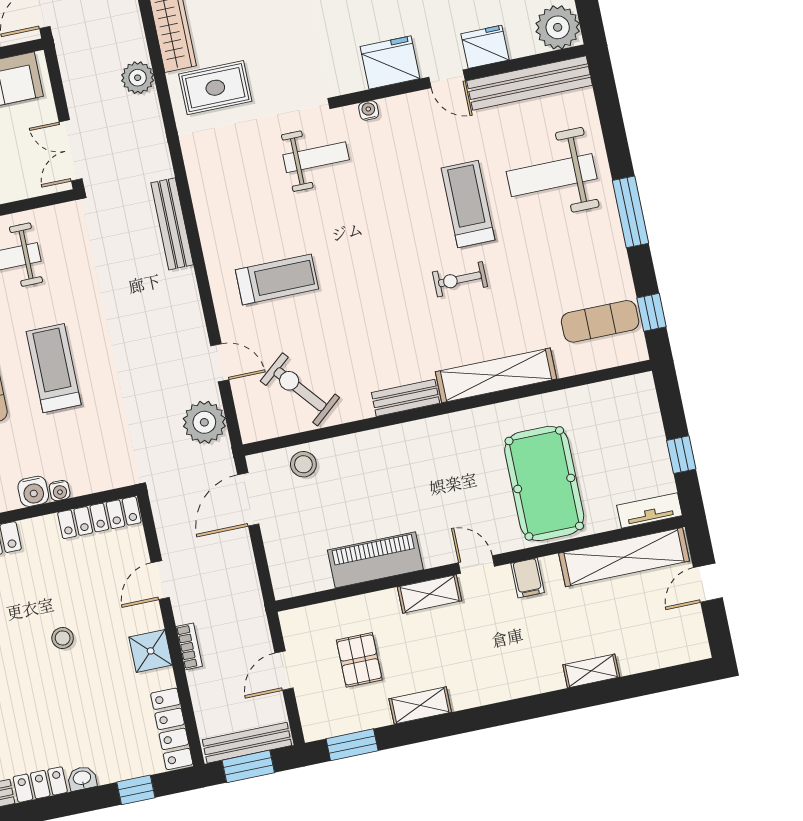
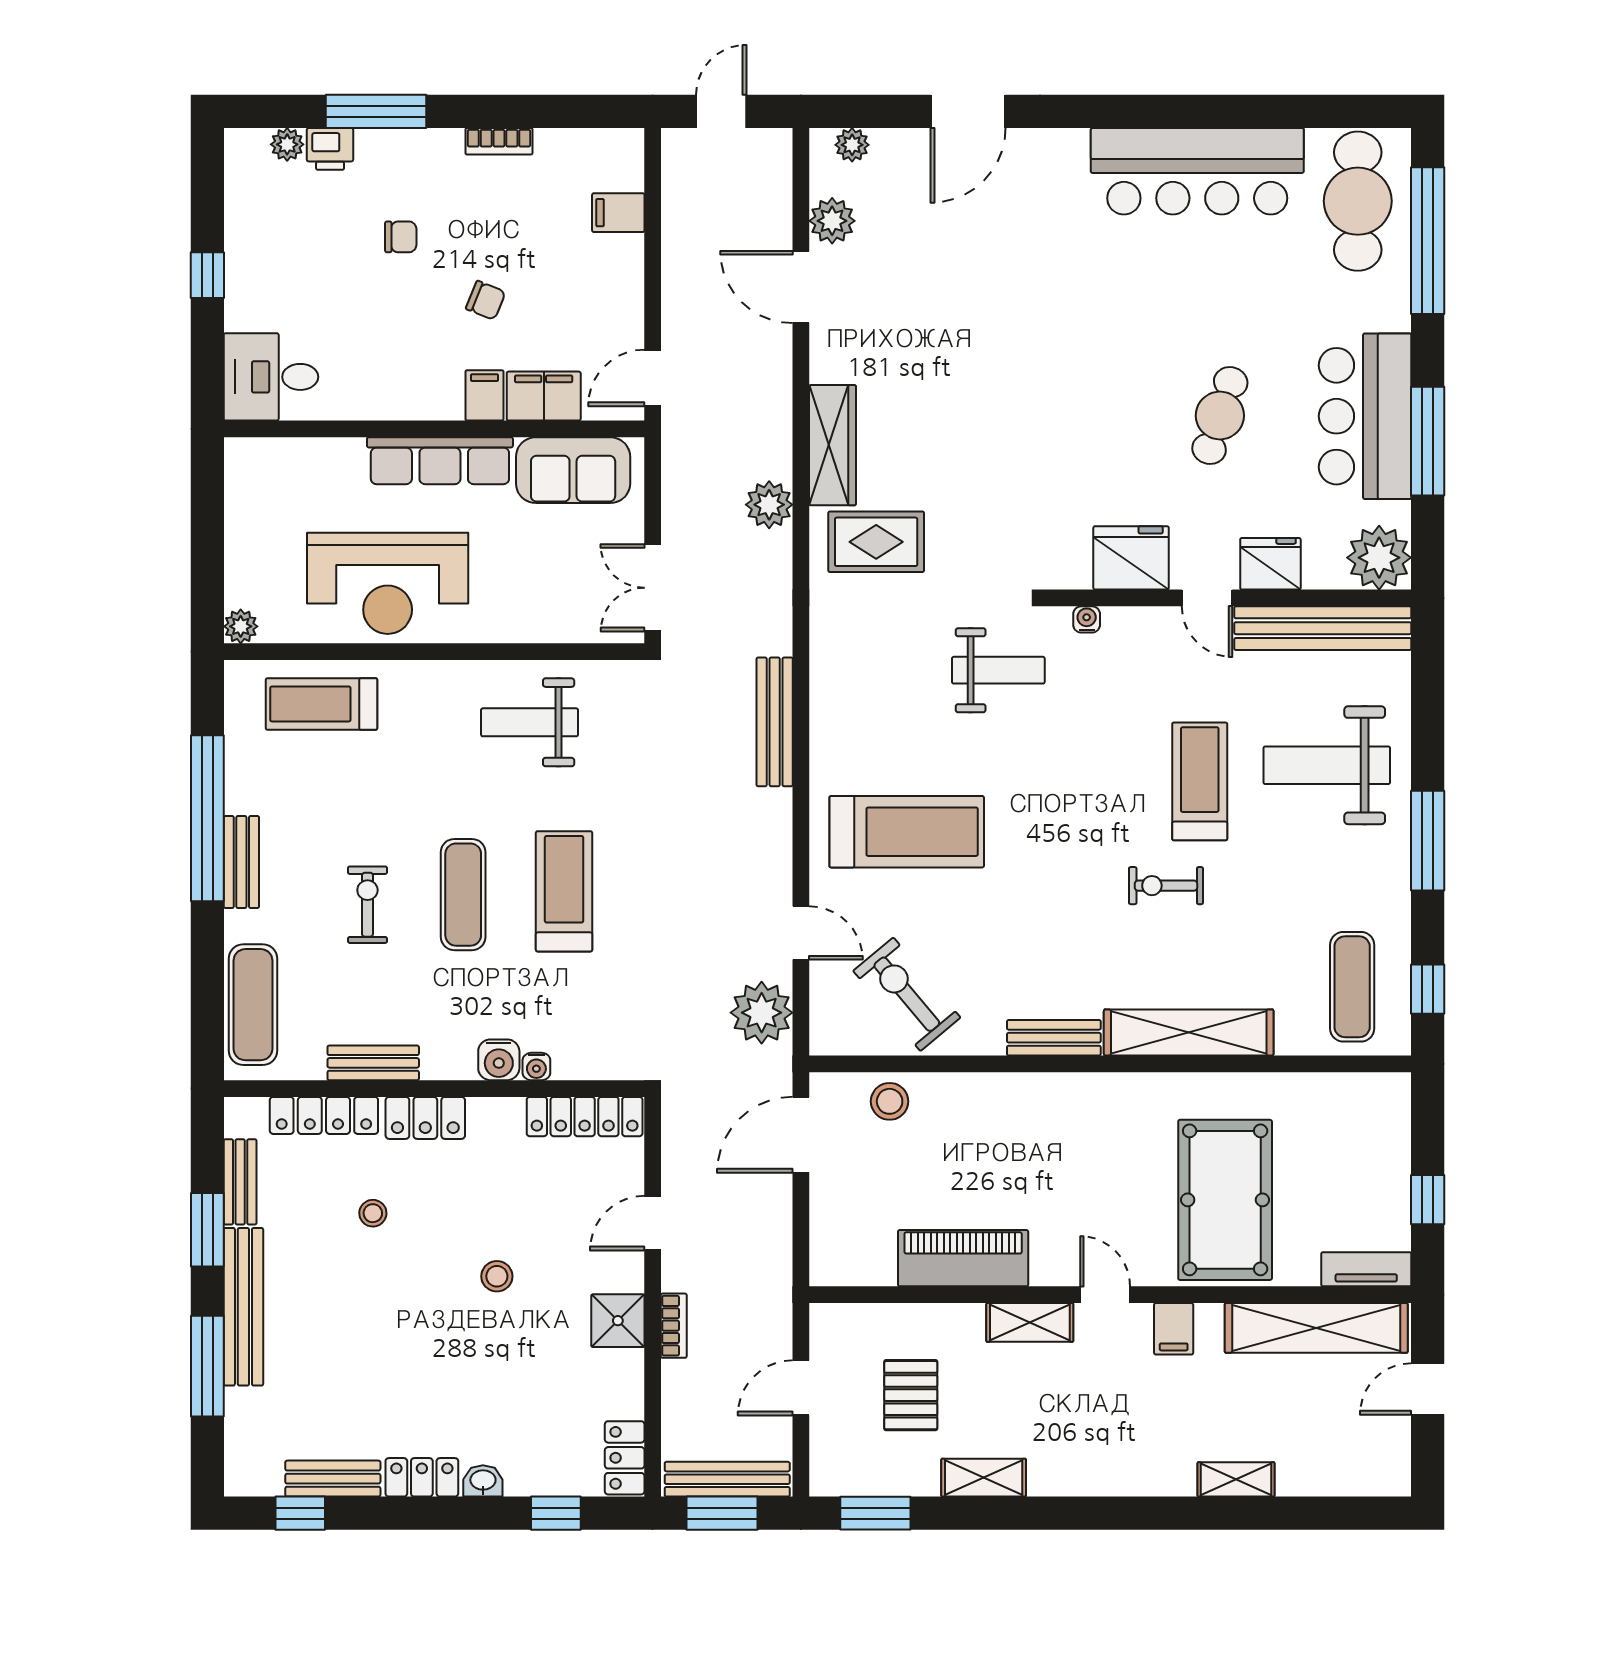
treadmill: (277, 279) -> (907, 832), width x1.37, depth x1.38
exercise mat: (600, 321) -> (1352, 987), turned 90
locker: (172, 729) -> (625, 1458), width x0.66

